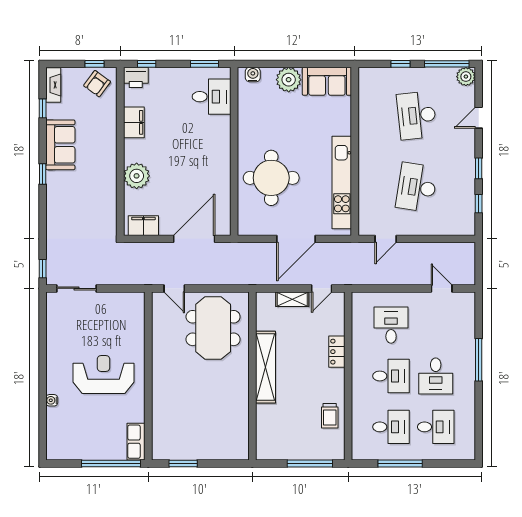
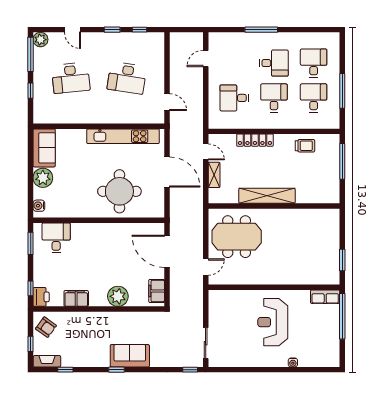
window: (95, 64) -> (31, 344), moved
sofa: (60, 145) -> (130, 356), moved
locker: (337, 352) -> (255, 140), width x1.53

